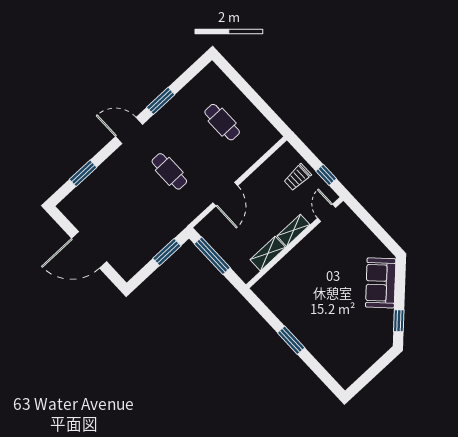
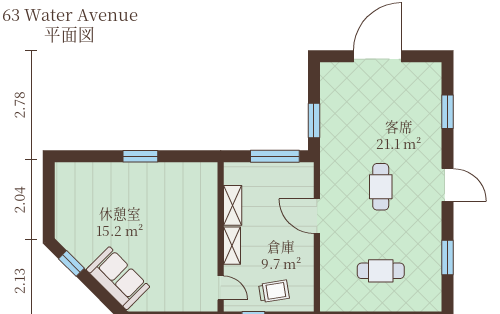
window: (161, 101) -> (447, 258), moved
door: (129, 130) -> (447, 185), hinge flipped
cafe table: (169, 171) -> (381, 187), turned 90
trolley: (297, 177) -> (274, 291), turned 81

